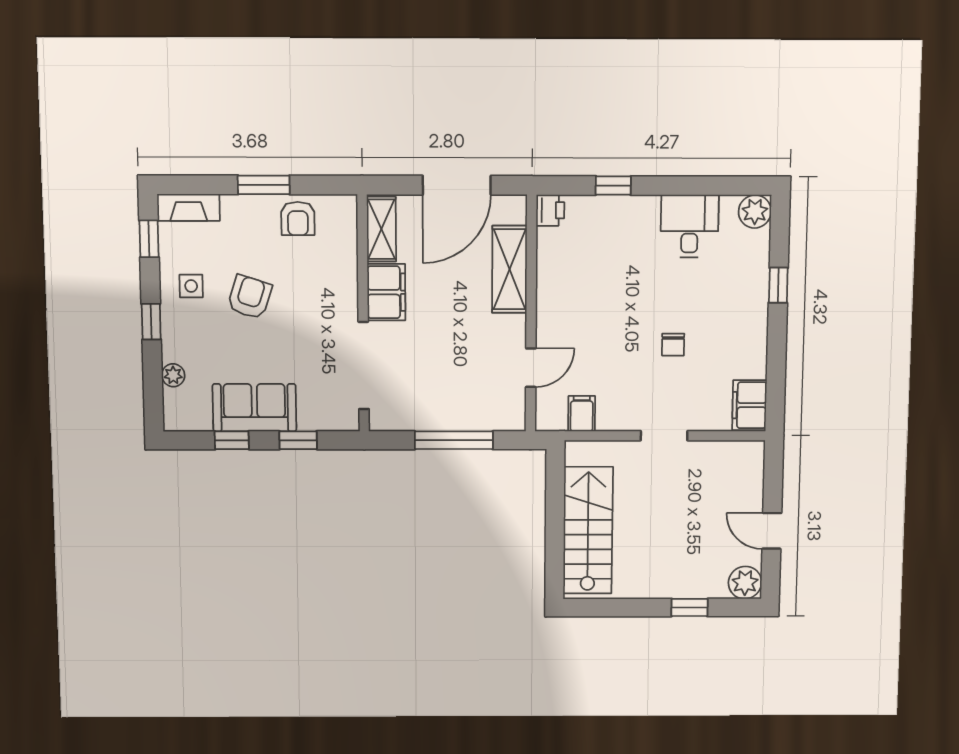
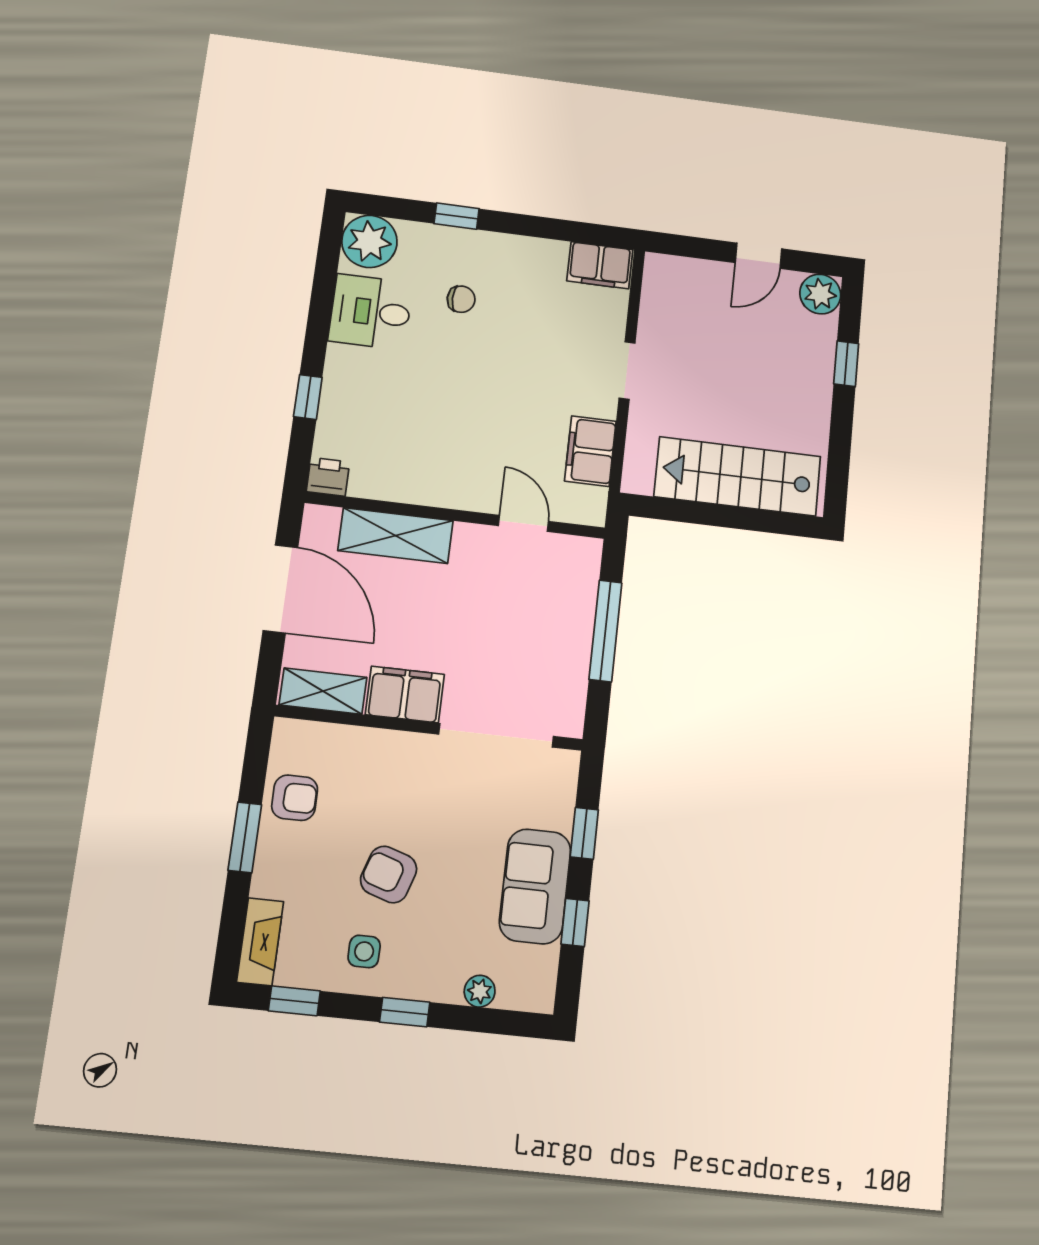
plant: (755, 212) -> (369, 241), width x1.36, depth x1.36
chair: (673, 345) -> (461, 299), moved
filing cabinet: (582, 414) -> (590, 451), width x2.00

